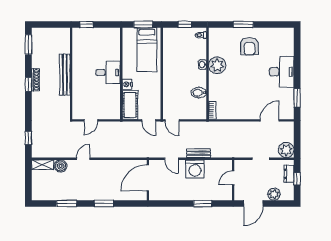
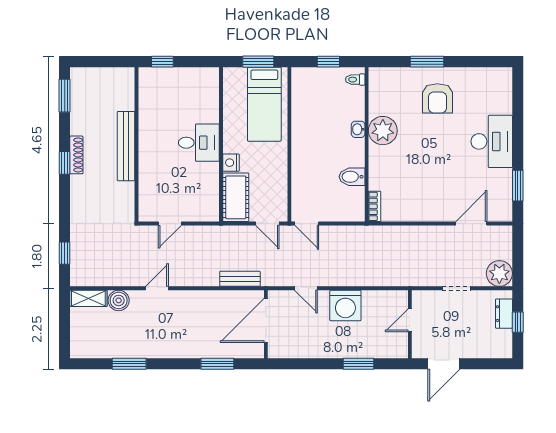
bench: (199, 153) -> (240, 279), moved
plant: (274, 194) -> (479, 348), removed
window: (104, 204) -> (217, 364), moved

